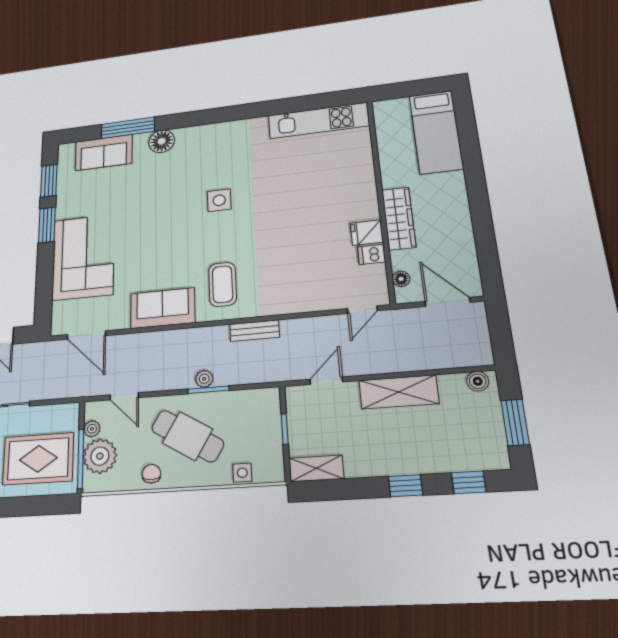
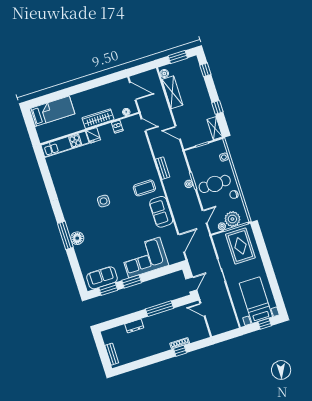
kitchen unit: (318, 121) -> (65, 144), moved, turned 90
window: (128, 128) -> (65, 235), moved
sofa: (104, 152) -> (102, 278), moved, turned -90
fridge: (367, 233) -> (93, 135), moved
door: (447, 302) -> (133, 91), swing flipped
shelving: (399, 392) -> (172, 92), moved
cafe table: (188, 436) -> (215, 184), turned 59
window: (405, 486) -> (217, 107), moved

